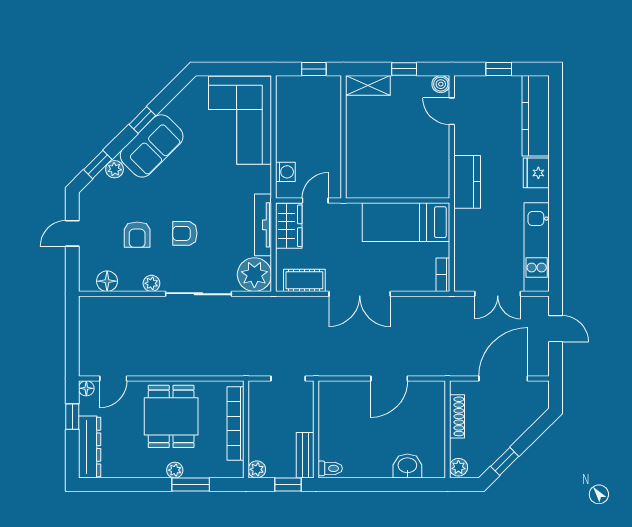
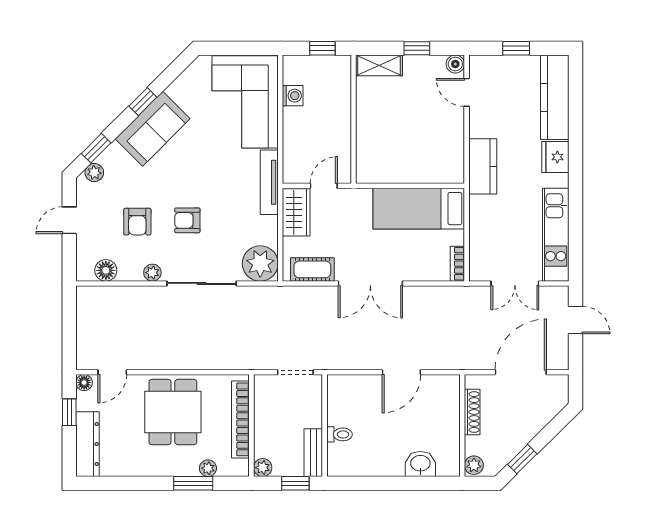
plant: (115, 169) -> (94, 173), moved
washing machine: (285, 172) -> (293, 96), moved
tv unit: (263, 225) -> (269, 182), moved
toilet: (330, 468) -> (339, 434), moved
plant: (175, 470) -> (208, 468), moved

